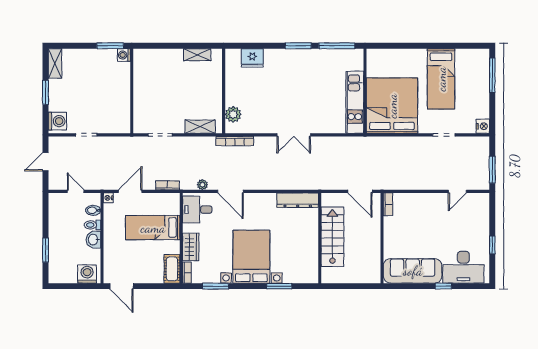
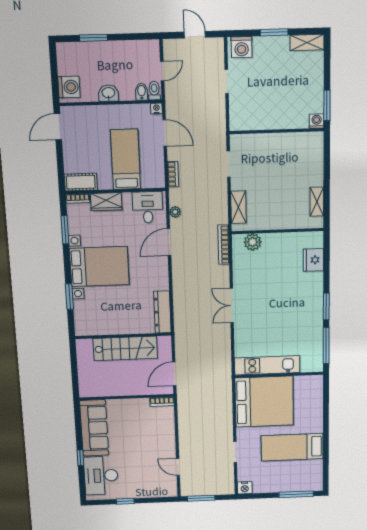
toilet: (92, 225) -> (154, 91), moved

